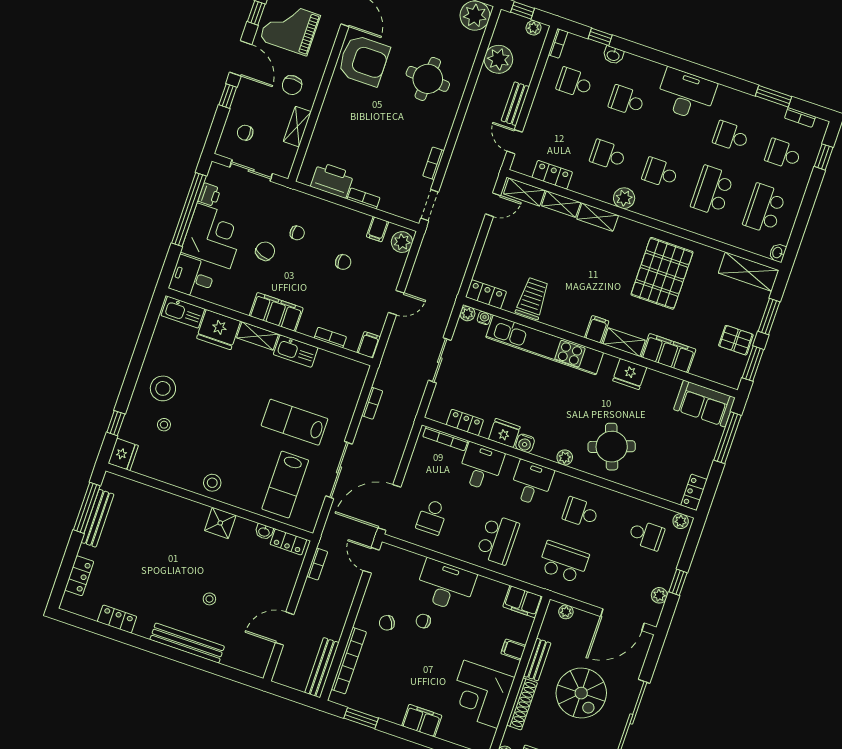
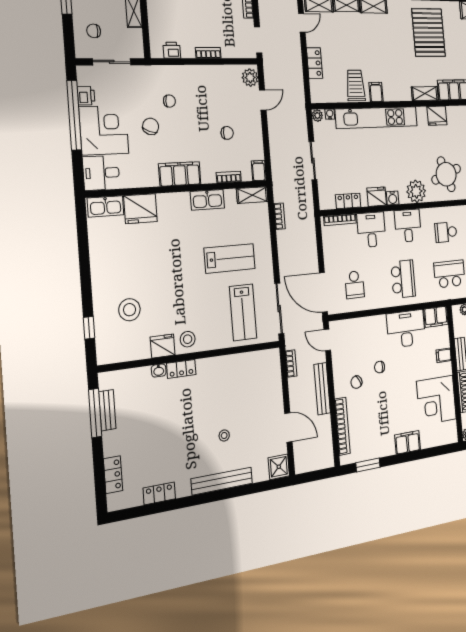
printer: (332, 180) -> (172, 50), width x0.53, depth x0.68
filing cabinet: (377, 229) -> (228, 74), removed
chair: (343, 262) -> (227, 133), moved
locker: (486, 294) -> (315, 63), moved, turned 90
door: (396, 303) -> (263, 100), moved
filing cabinet: (597, 329) -> (376, 92), moved
shelving: (258, 336) -> (252, 195), moved
stool: (163, 388) -> (116, 279), removed
lab bench: (295, 422) -> (230, 258), turned 180
stool: (164, 425) -> (130, 310), width x1.89, depth x1.89
fridge: (123, 454) -> (163, 346), moved, turned -90
plant: (565, 457) -> (416, 191), width x1.87, depth x1.87
sliding door: (339, 470) -> (279, 309), moved
door: (389, 507) -> (323, 292), hinge flipped
bench: (97, 518) -> (107, 410), width x0.73
shower: (220, 523) -> (279, 467), moved
washbasin: (264, 532) -> (159, 371), moved
locker: (288, 542) -> (181, 369), moved
desk: (446, 585) -> (406, 329), moved
door: (285, 629) -> (288, 427), swing flipped
bench: (322, 668) -> (322, 389), moved

